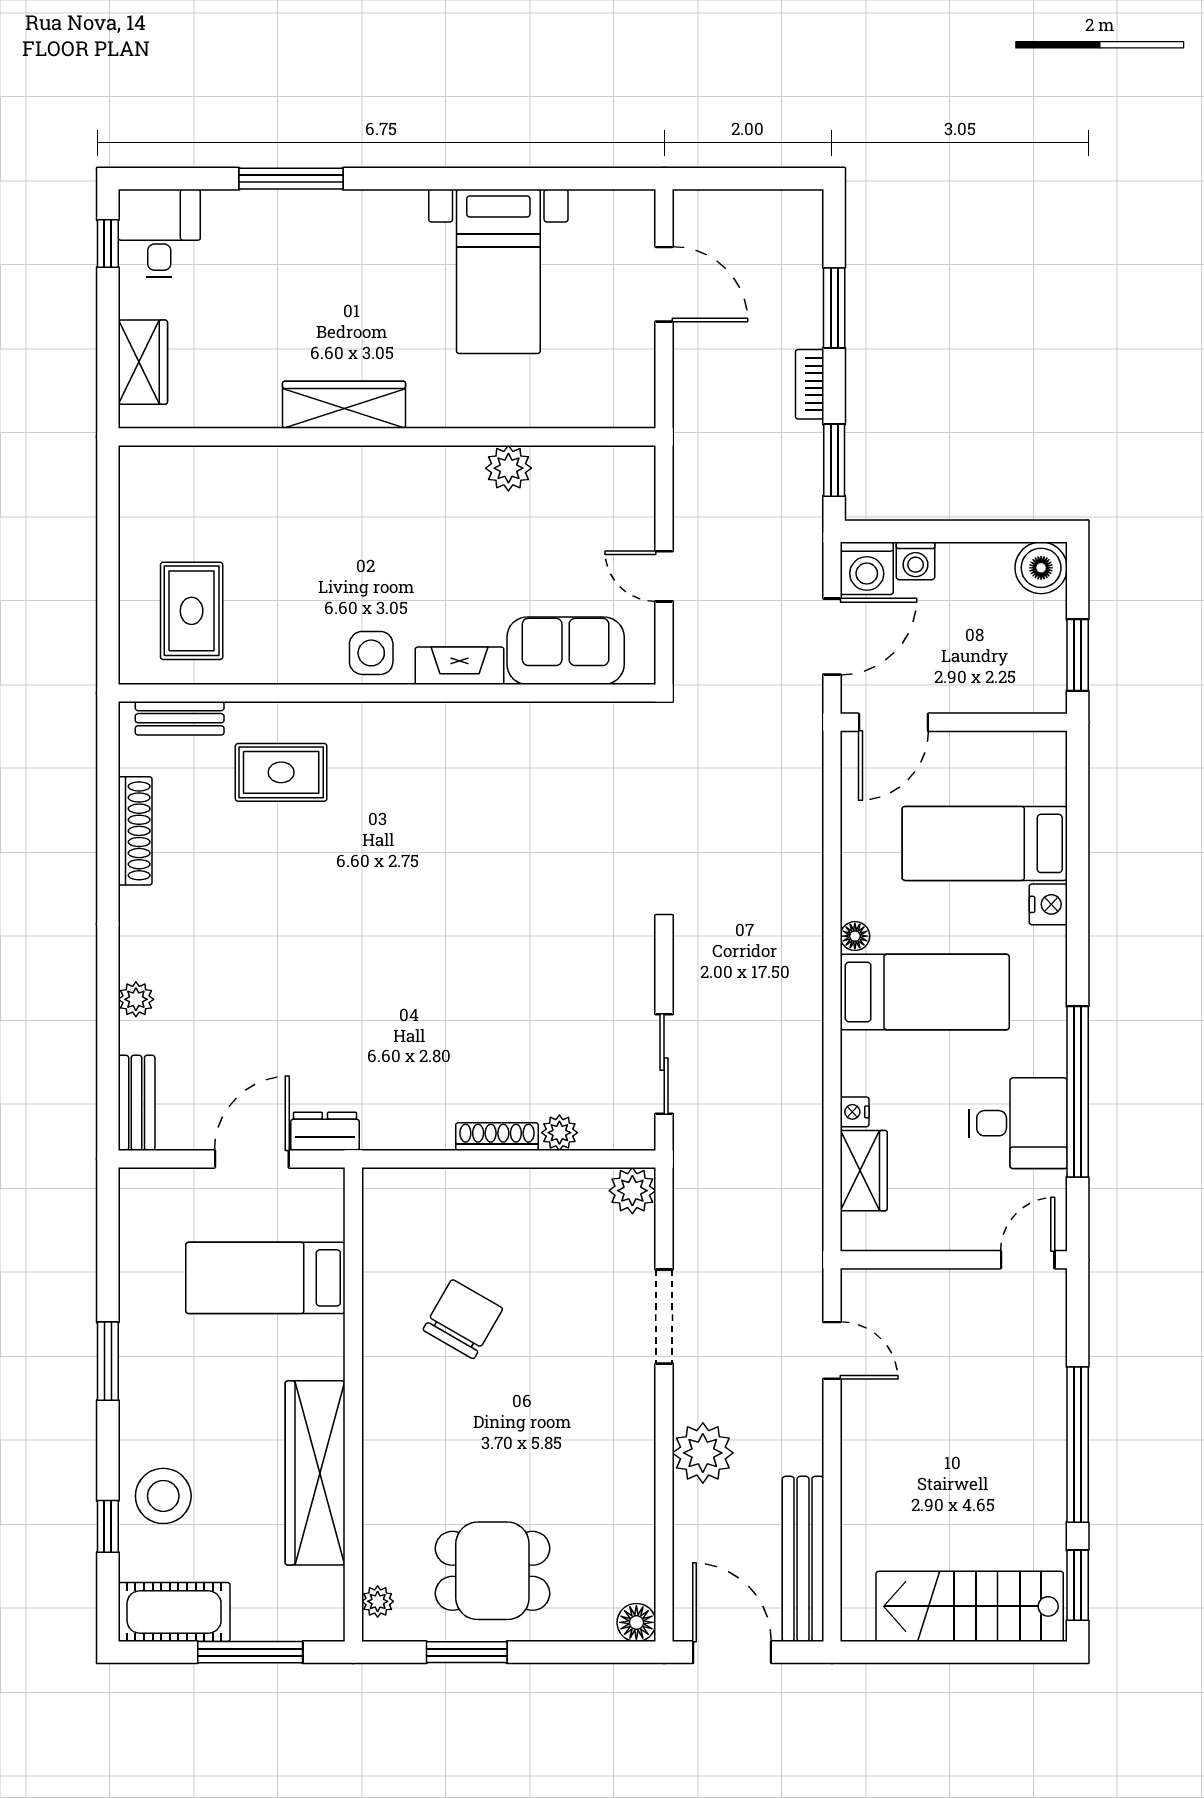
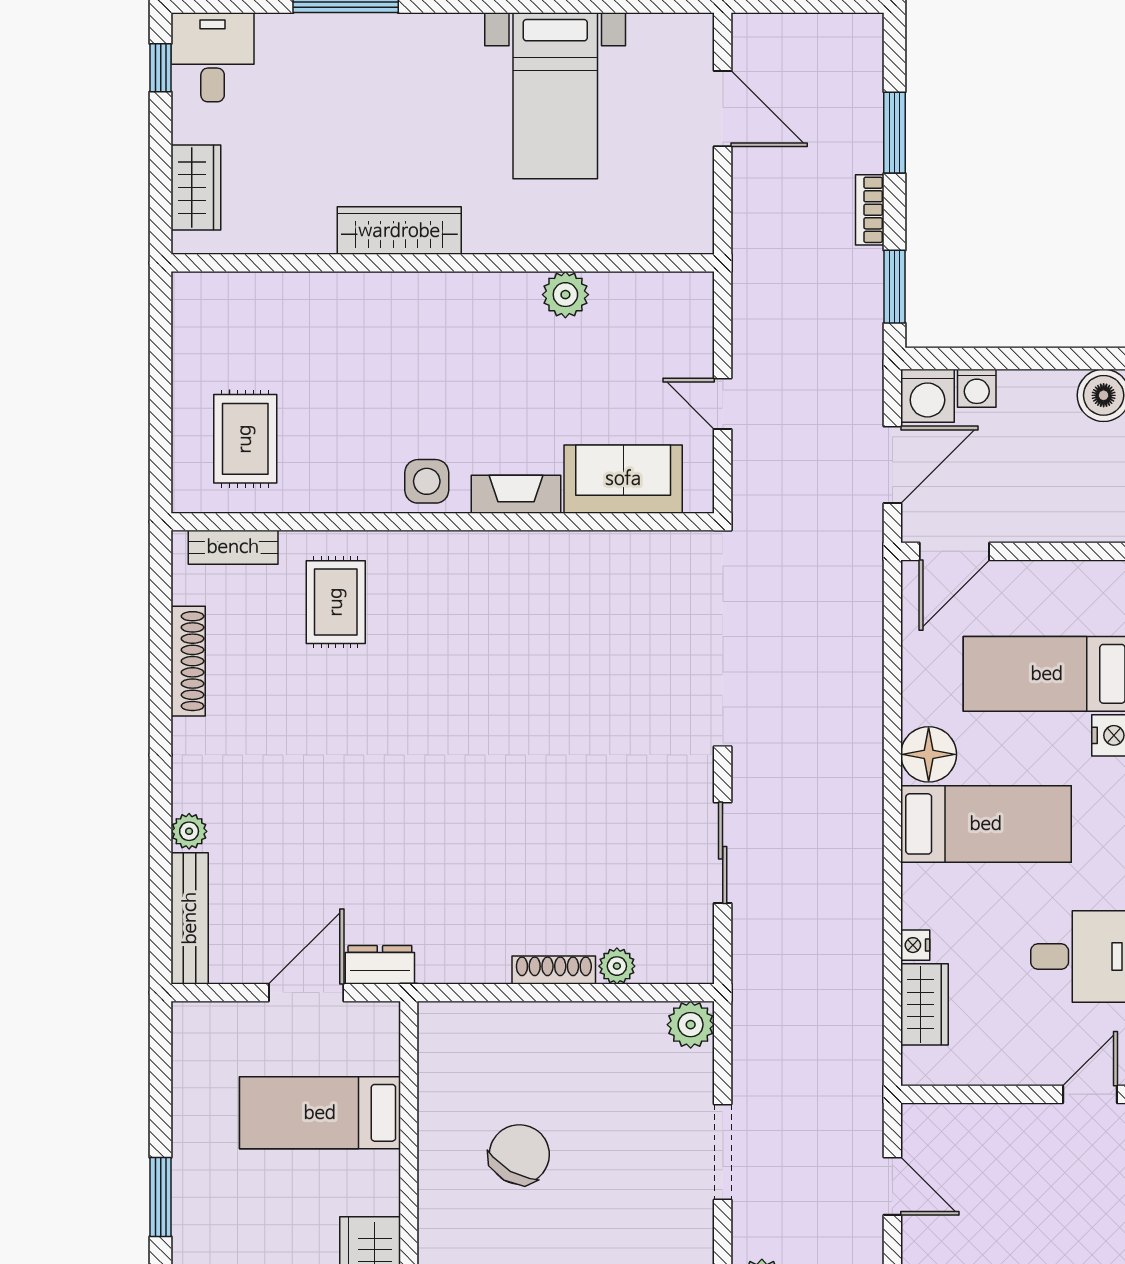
rug: (281, 772) -> (336, 602), turned 90
floor lamp: (855, 936) -> (929, 754), width x1.89, depth x1.89
sliding door: (664, 1064) -> (723, 853), moved
bench: (137, 1103) -> (190, 918), width x1.36

